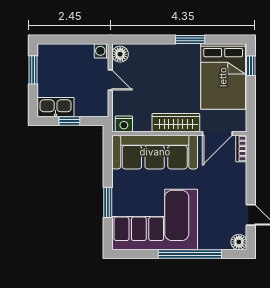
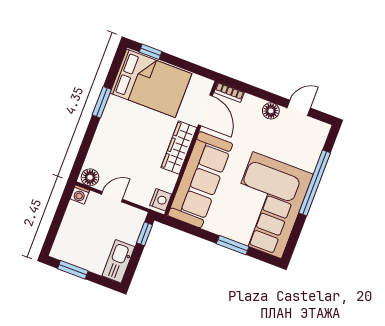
window: (69, 121) -> (144, 234), moved
floor lamp: (239, 242) -> (271, 111), moved

